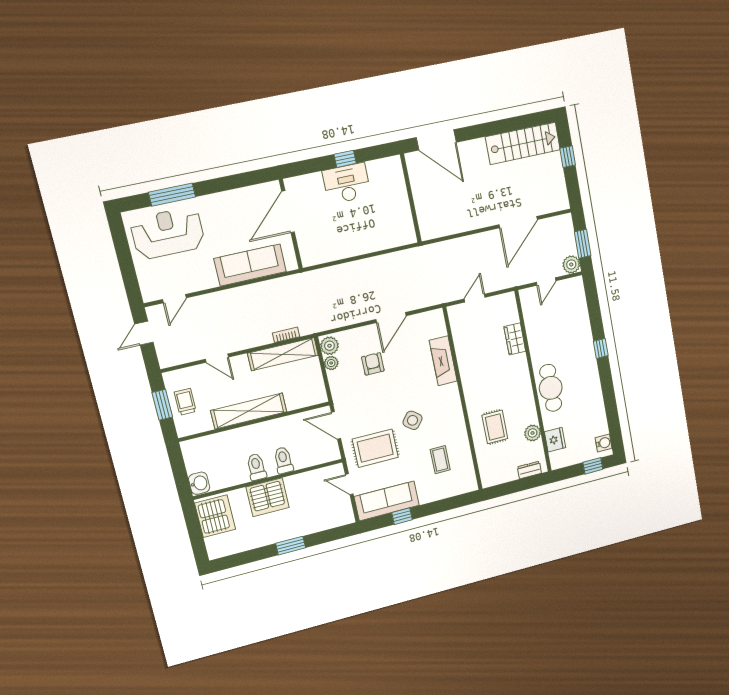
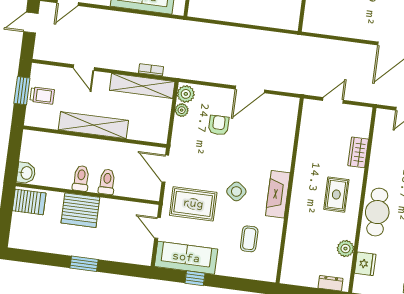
fireplace: (443, 361) -> (278, 194), moved
trolley: (185, 402) -> (42, 95), turned 90
rug: (495, 427) -> (336, 195), moved
server rack: (215, 516) -> (29, 202), width x0.62

